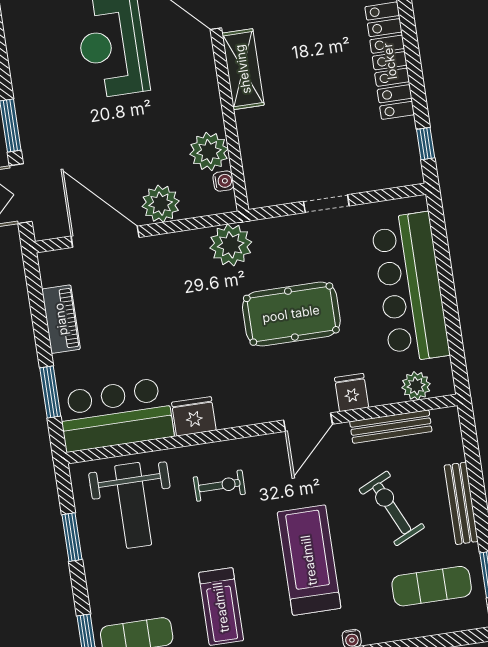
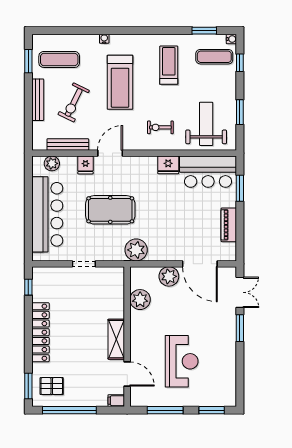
water cooler: (223, 181) -> (135, 283), removed
exercise bike: (392, 508) -> (74, 102), turned 51

